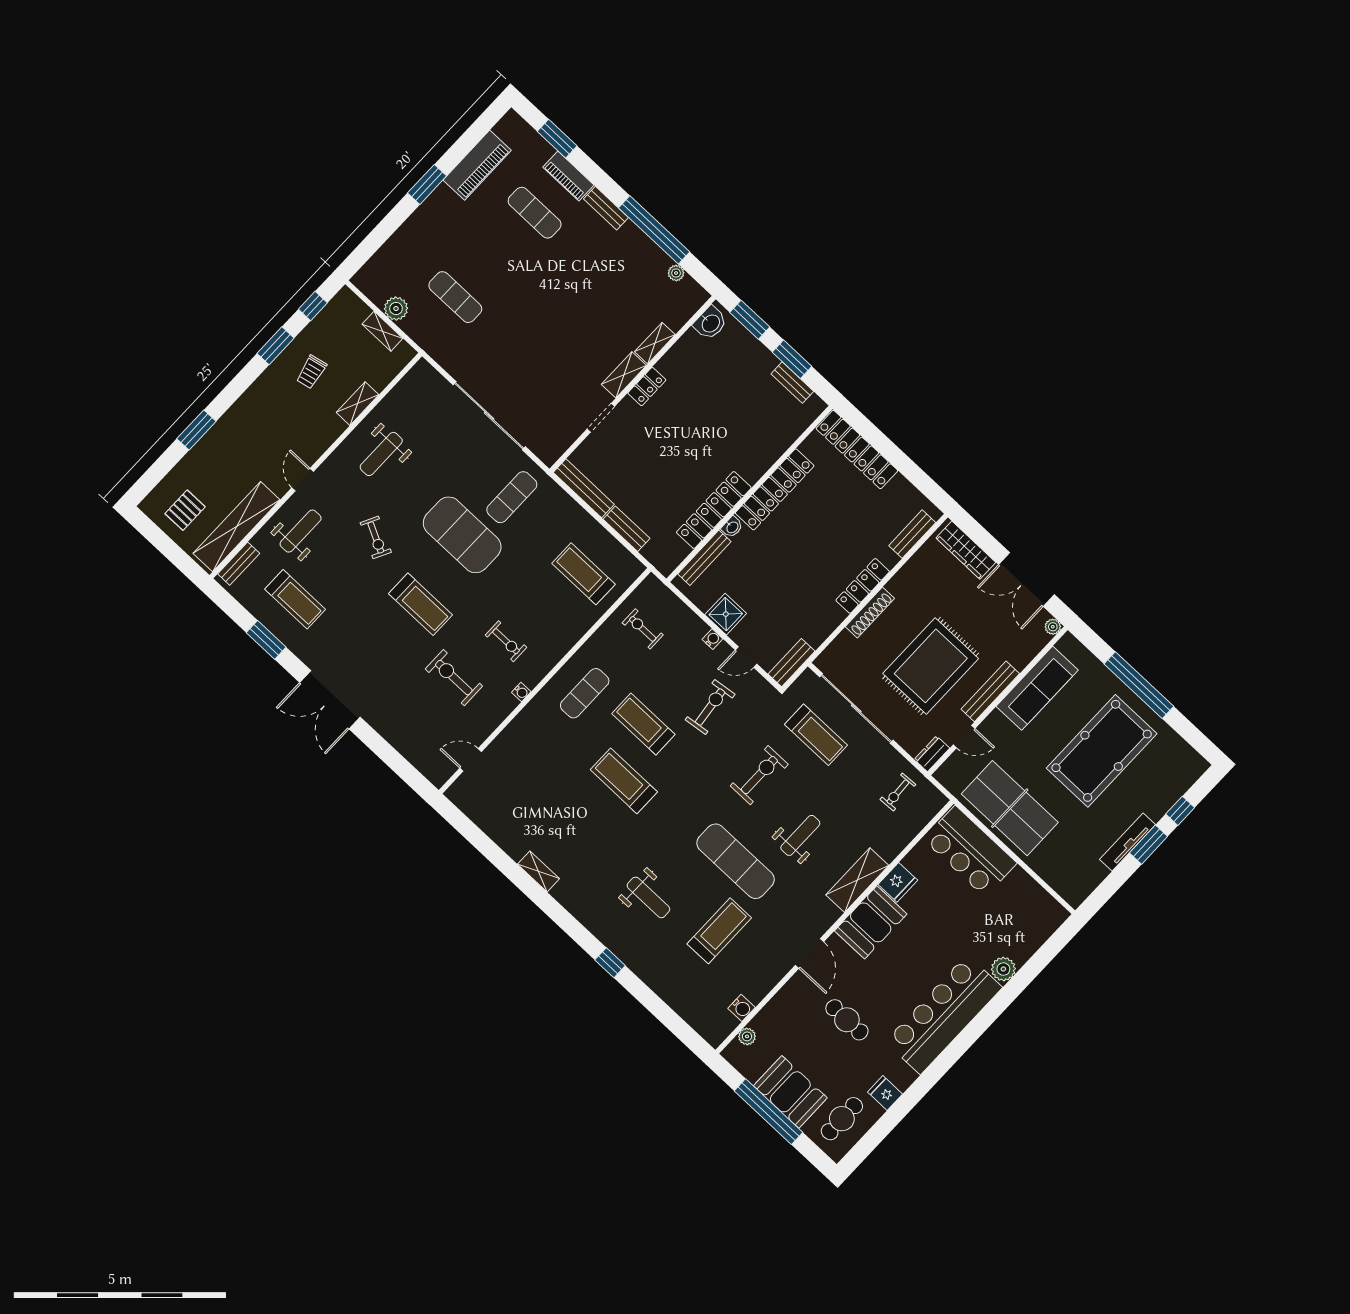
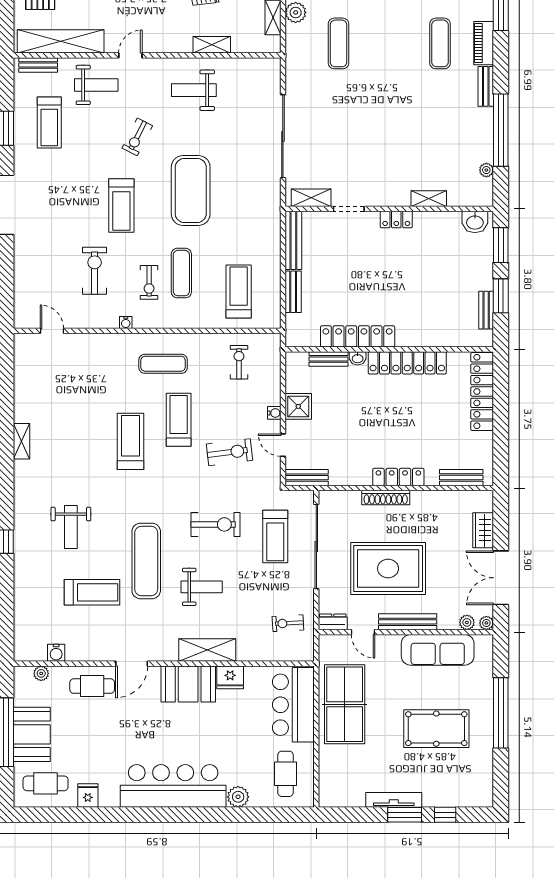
shelving: (624, 375) -> (311, 198), moved
exercise mat: (512, 497) -> (181, 273), moved, turned 90
wardrobe: (966, 550) -> (483, 530), width x0.67
bench: (704, 558) -> (328, 359), width x0.73
plant: (1037, 643) -> (467, 622), added
pool table: (1102, 751) -> (436, 729), width x0.73, depth x0.76
cafe table: (1021, 912) -> (285, 774), added
cafe table: (847, 1020) -> (92, 686), moved, turned 90

